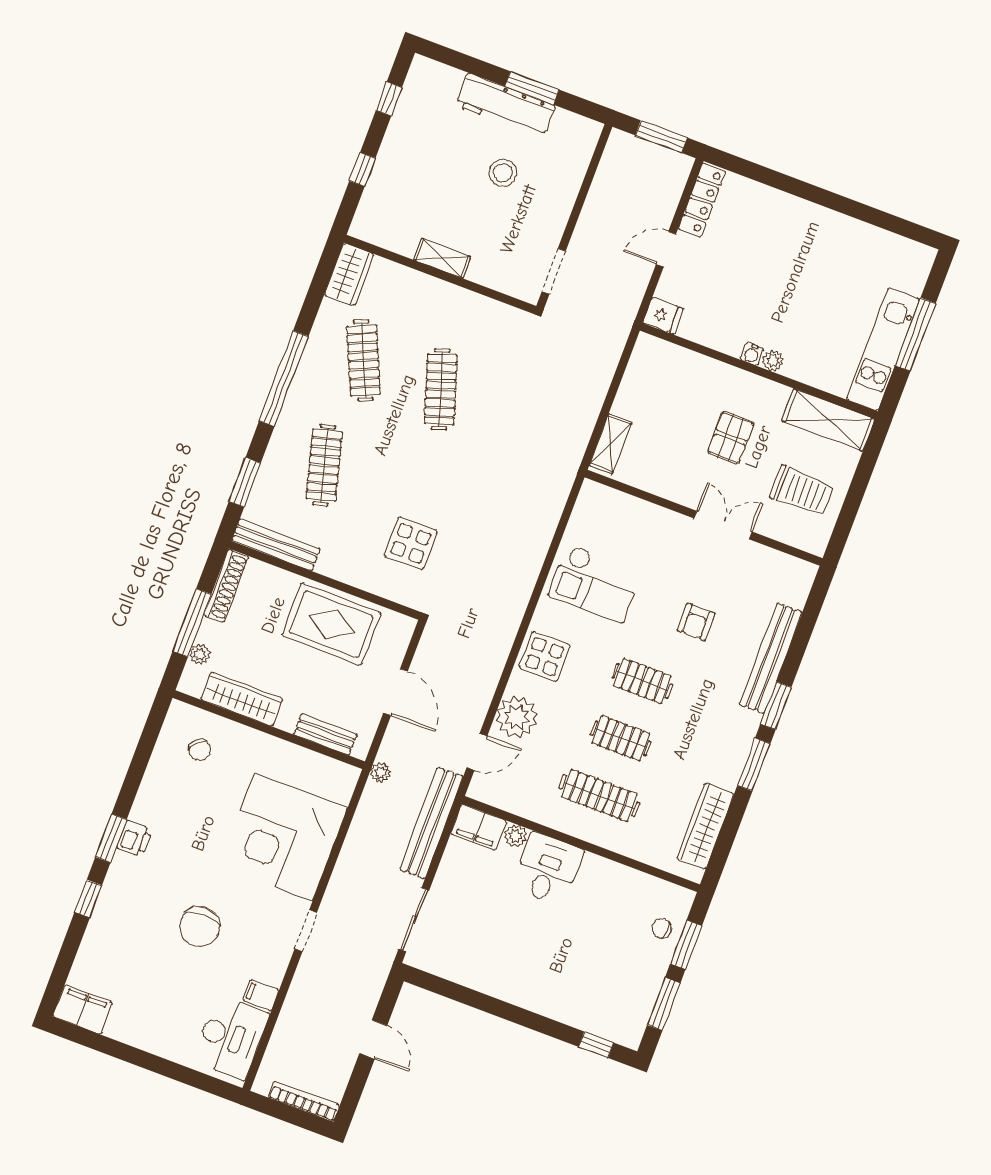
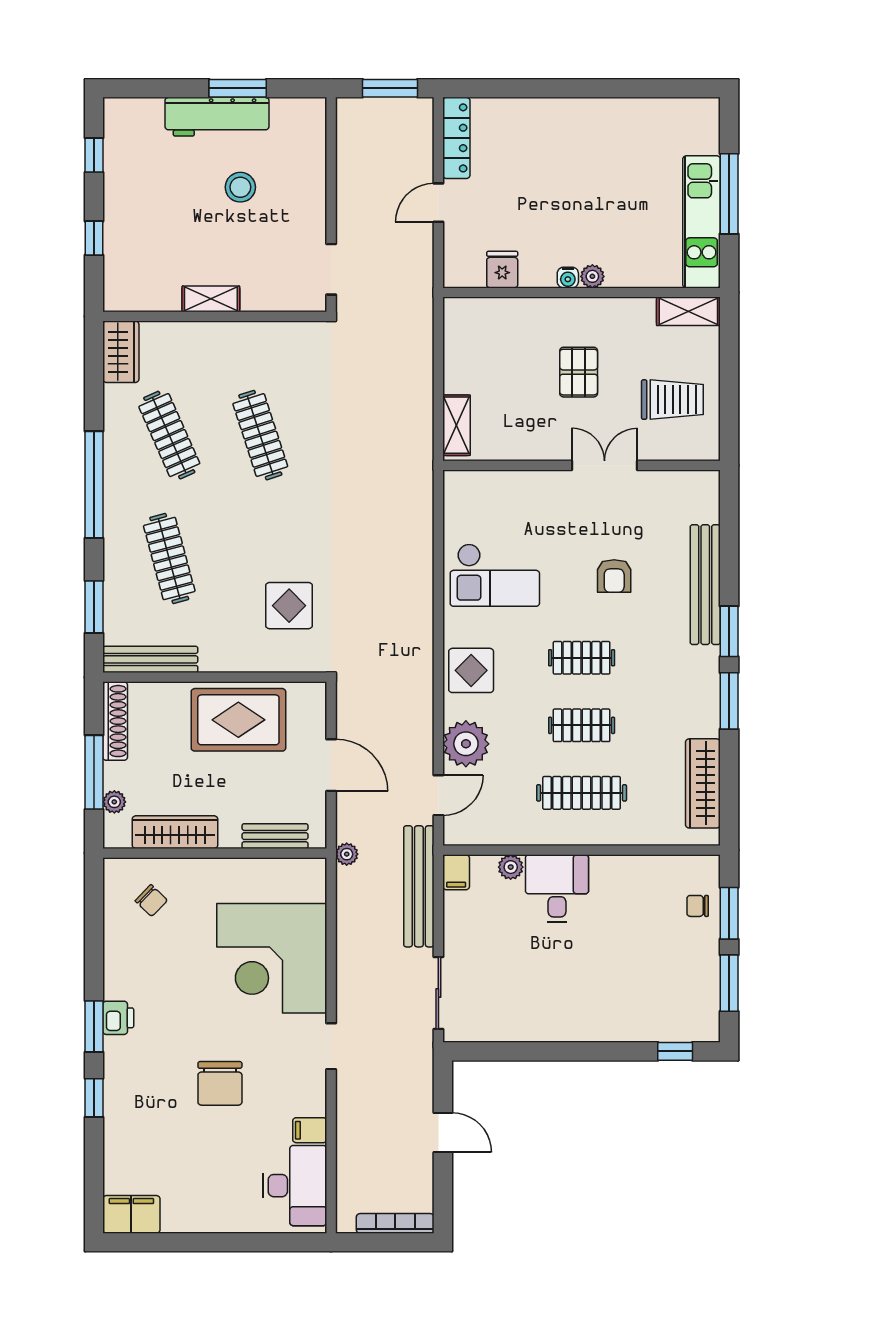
fridge: (663, 316) -> (502, 270), moved, turned -90
shelving: (828, 420) -> (688, 311), width x0.67, depth x0.75
filing cabinet: (479, 827) -> (456, 872), width x0.50

